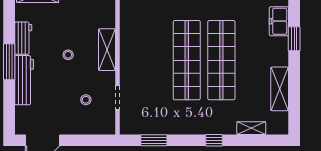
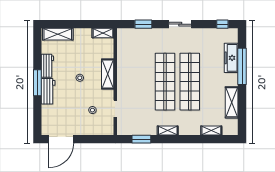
freezer: (279, 21) -> (231, 58), width x1.40
window: (294, 39) -> (242, 66), width x2.11
workbench: (24, 80) -> (48, 91), width x0.73
shelving: (191, 128) -> (168, 131), added
window: (214, 140) -> (185, 139), removed

